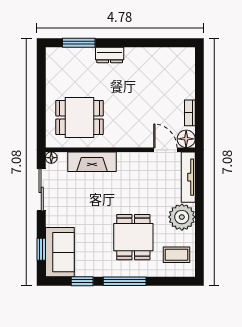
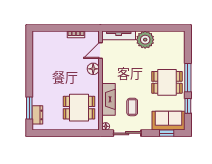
dresser: (110, 55) -> (37, 115), moved
dining table: (80, 117) -> (79, 108), turned 90
floor lamp: (186, 139) -> (93, 69), moved
dining table: (133, 237) -> (167, 82), moved
coffee table: (176, 255) -> (132, 107), moved

